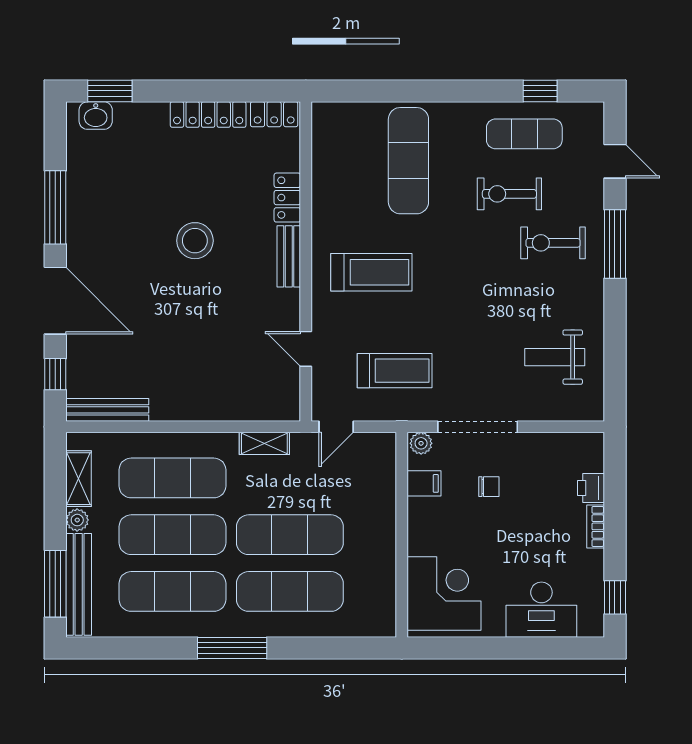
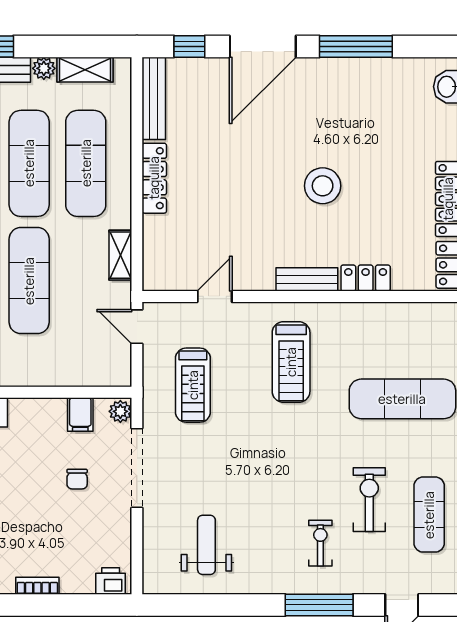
exercise bike: (553, 243) -> (320, 543), width x0.73, depth x0.72
locker: (187, 409) -> (154, 178), added
printer: (591, 488) -> (111, 581), moved

